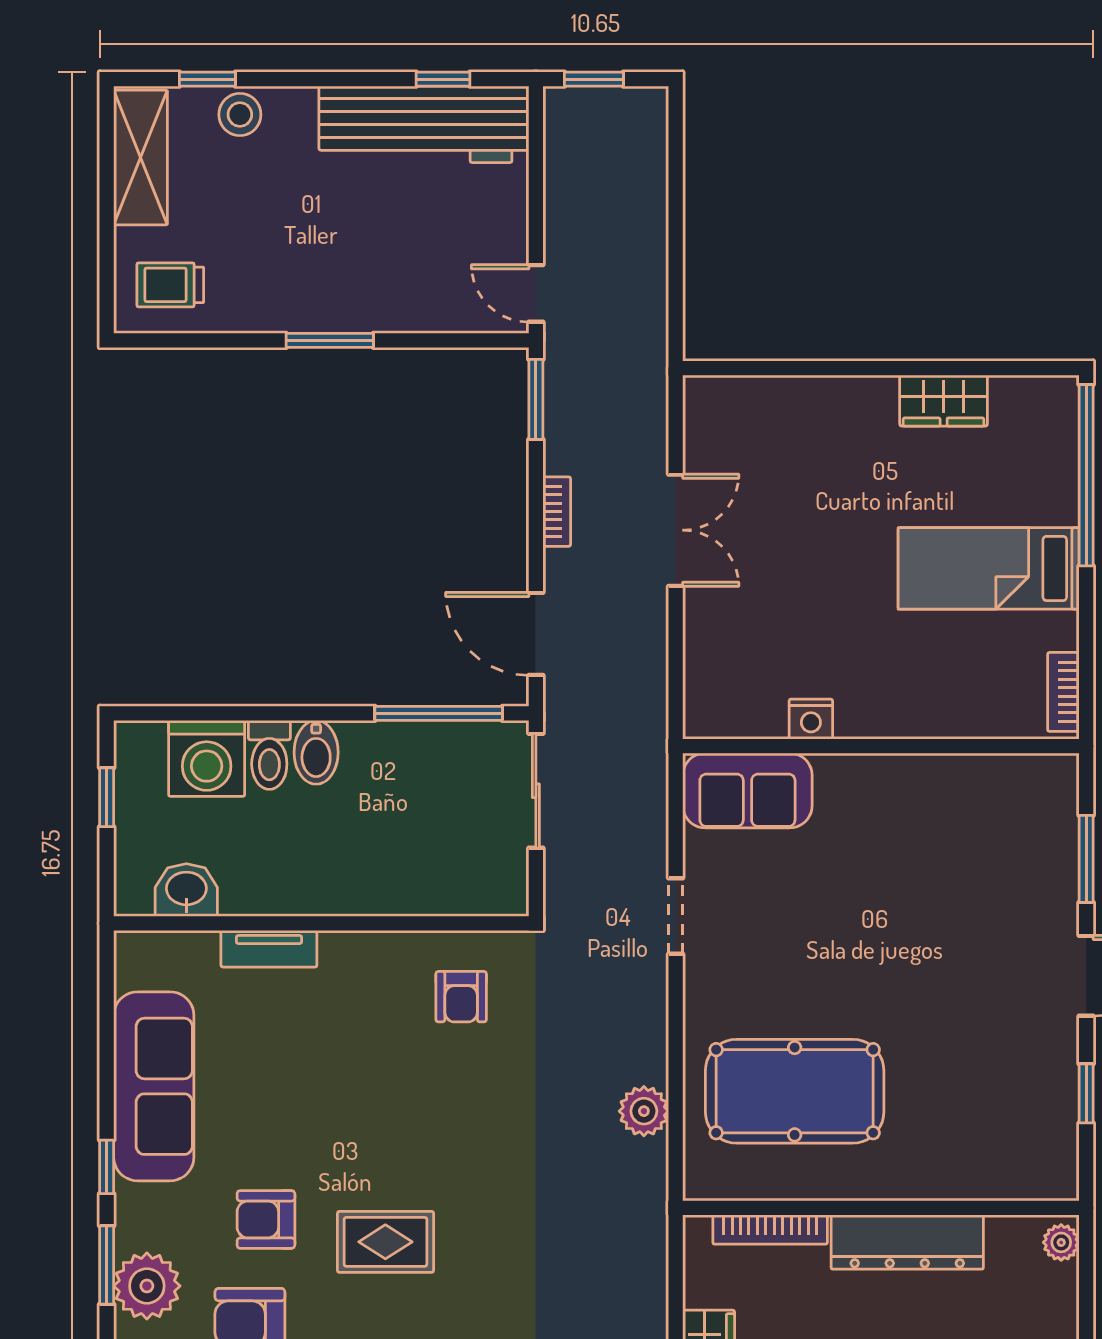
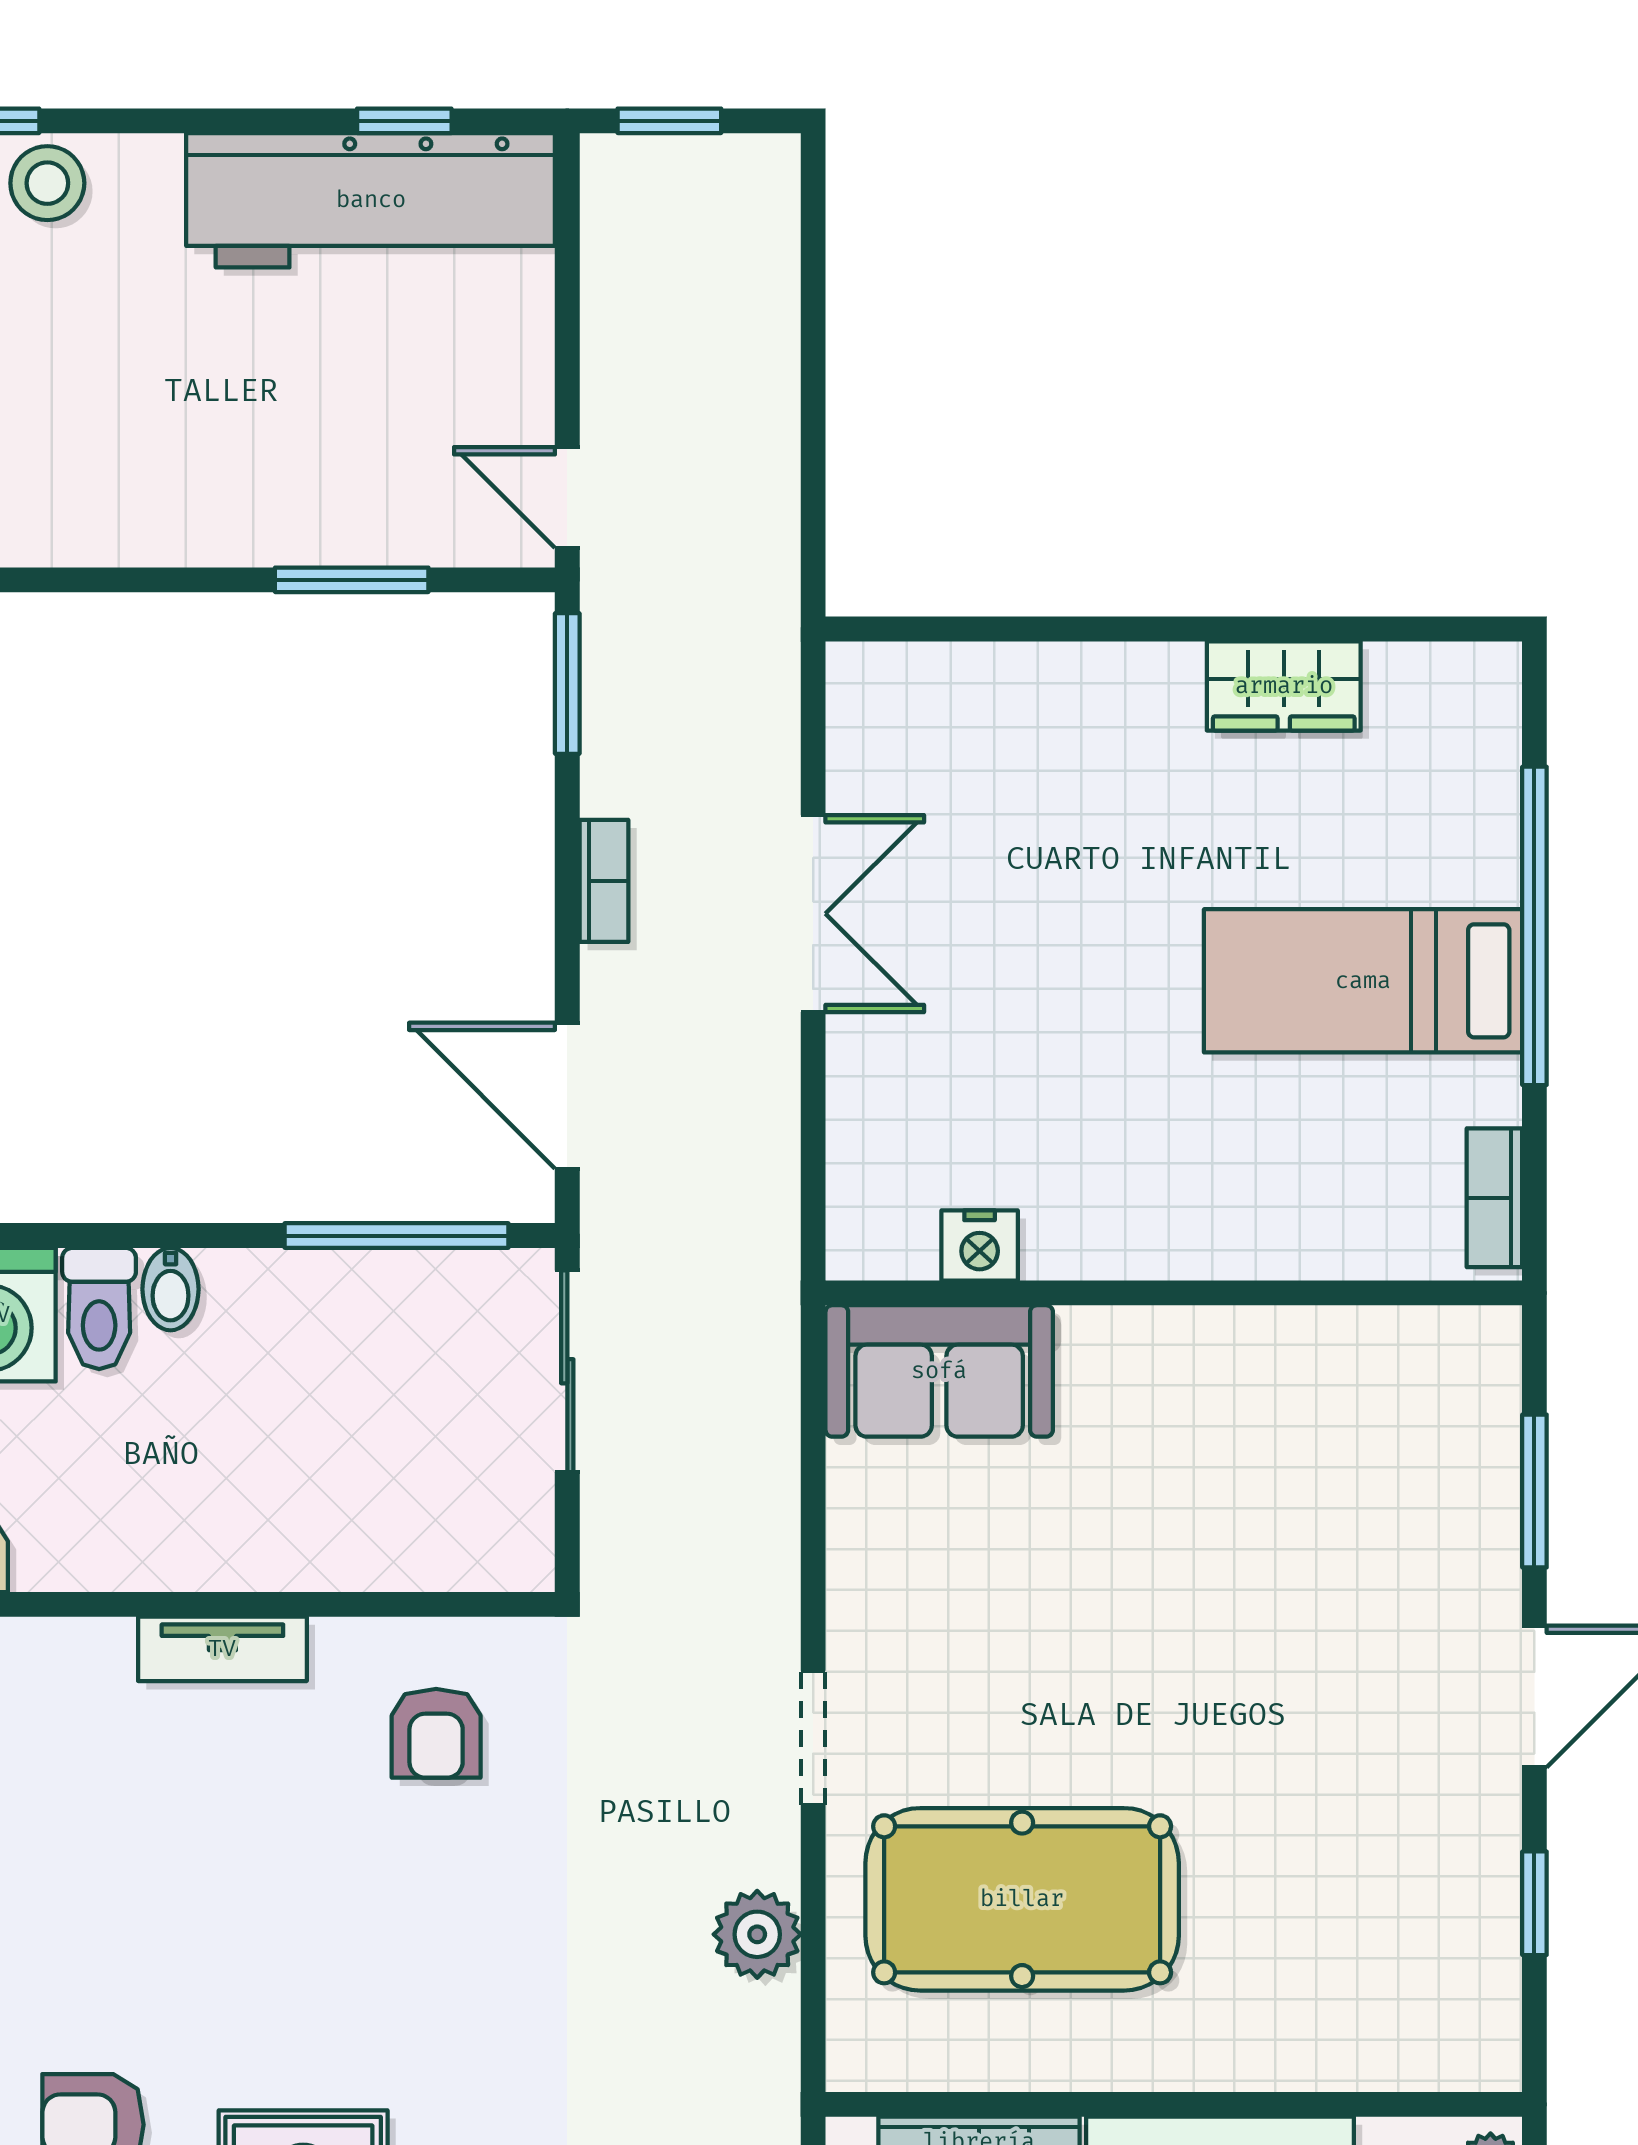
window: (330, 340) -> (352, 580), moved
window: (1086, 475) -> (1534, 926), moved
nightstand: (811, 719) -> (980, 1245), moved
bidet: (316, 752) -> (171, 1289), width x0.72, depth x0.74
doorway: (676, 916) -> (813, 1738), moved
tv unit: (269, 949) -> (222, 1649), moved

